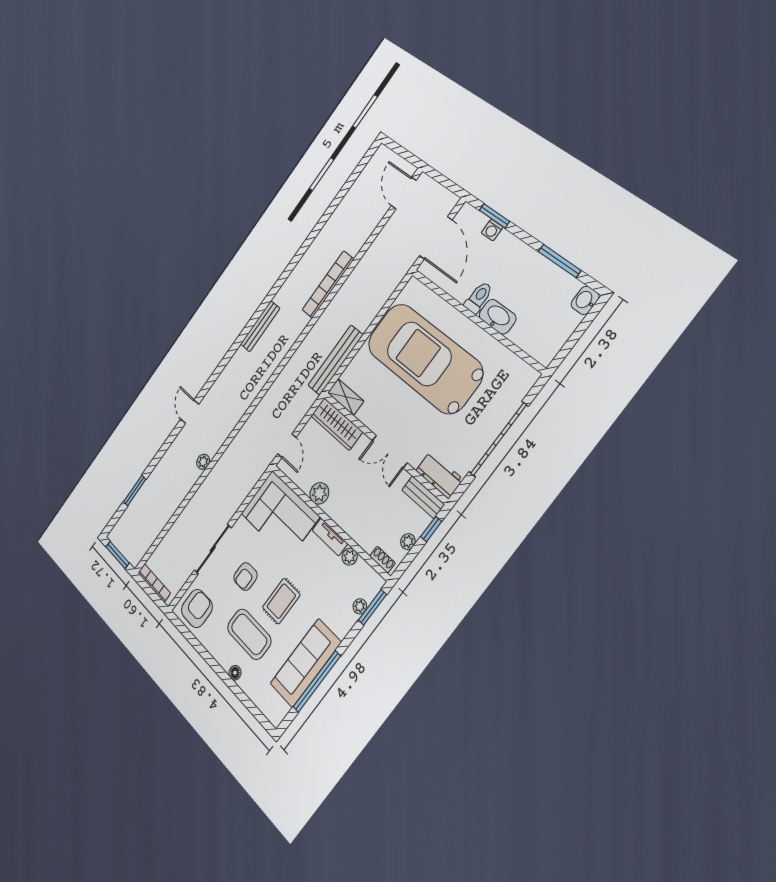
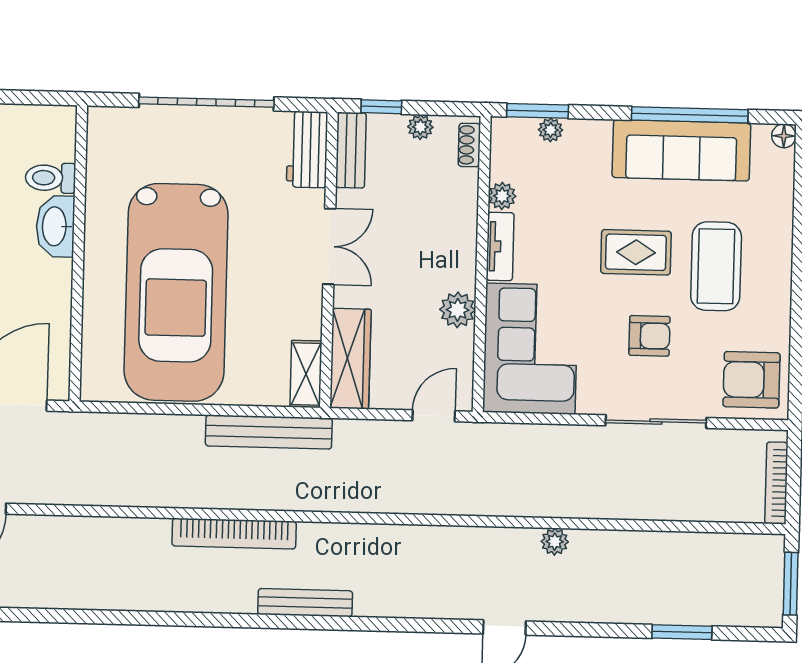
bookcase: (328, 285) -> (234, 534), moved
toilet: (478, 298) -> (51, 178), moved
floor lamp: (235, 673) -> (784, 136), moved

